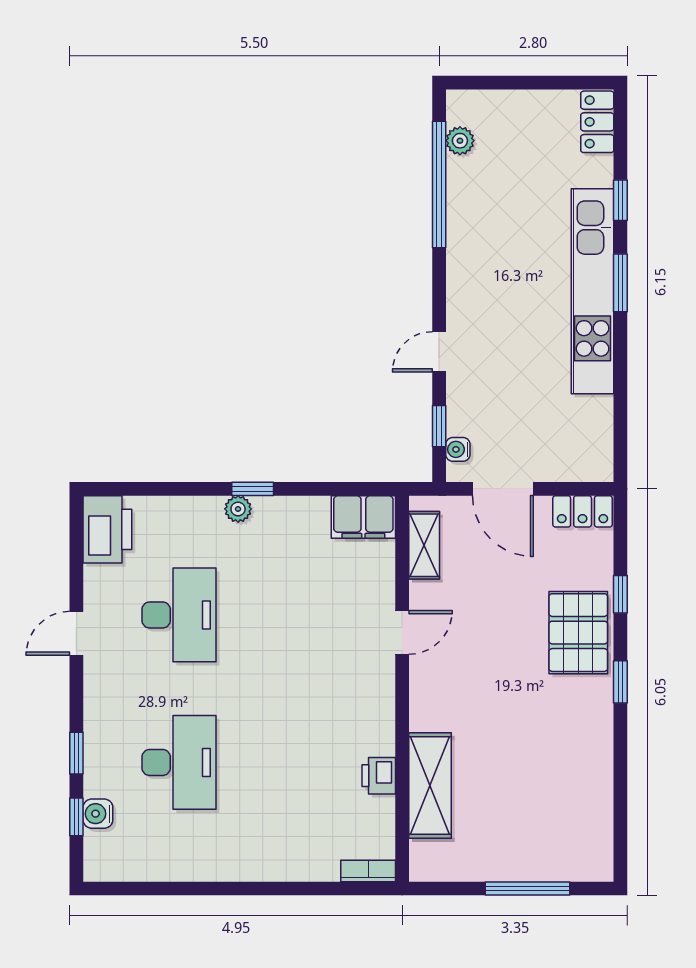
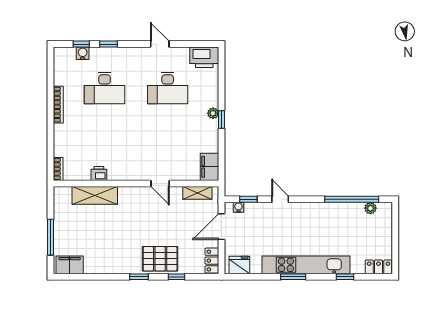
window: (620, 283) -> (293, 277), moved
fridge: (593, 447) -> (239, 265), added
filing cabinet: (593, 844) -> (70, 265), added
bookcase: (218, 871) -> (58, 105), added

